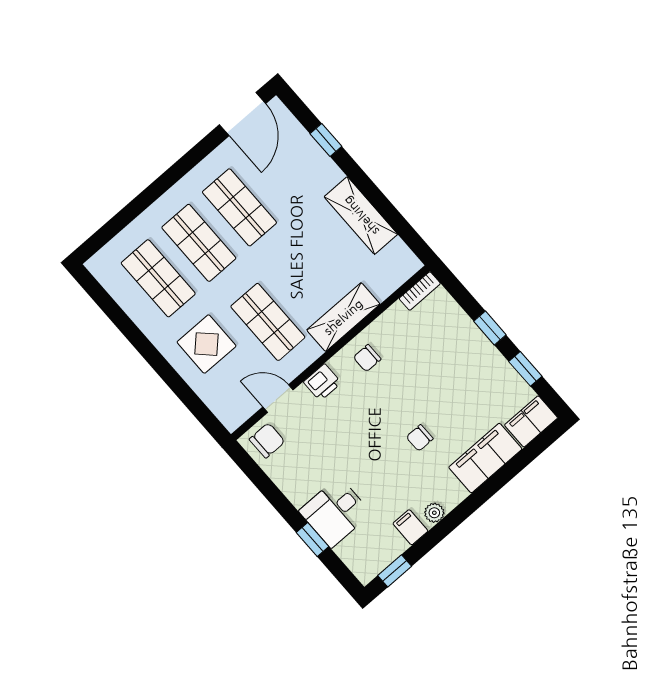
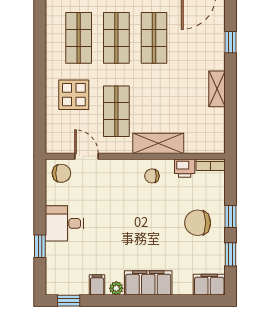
shelving: (361, 216) -> (217, 89), width x0.67, depth x0.75
printer: (322, 382) -> (185, 168), moved
chair: (420, 438) -> (198, 223), moved, width x1.87, depth x1.87
filing cabinet: (485, 458) -> (148, 283), moved
desk: (335, 512) -> (64, 223), moved

